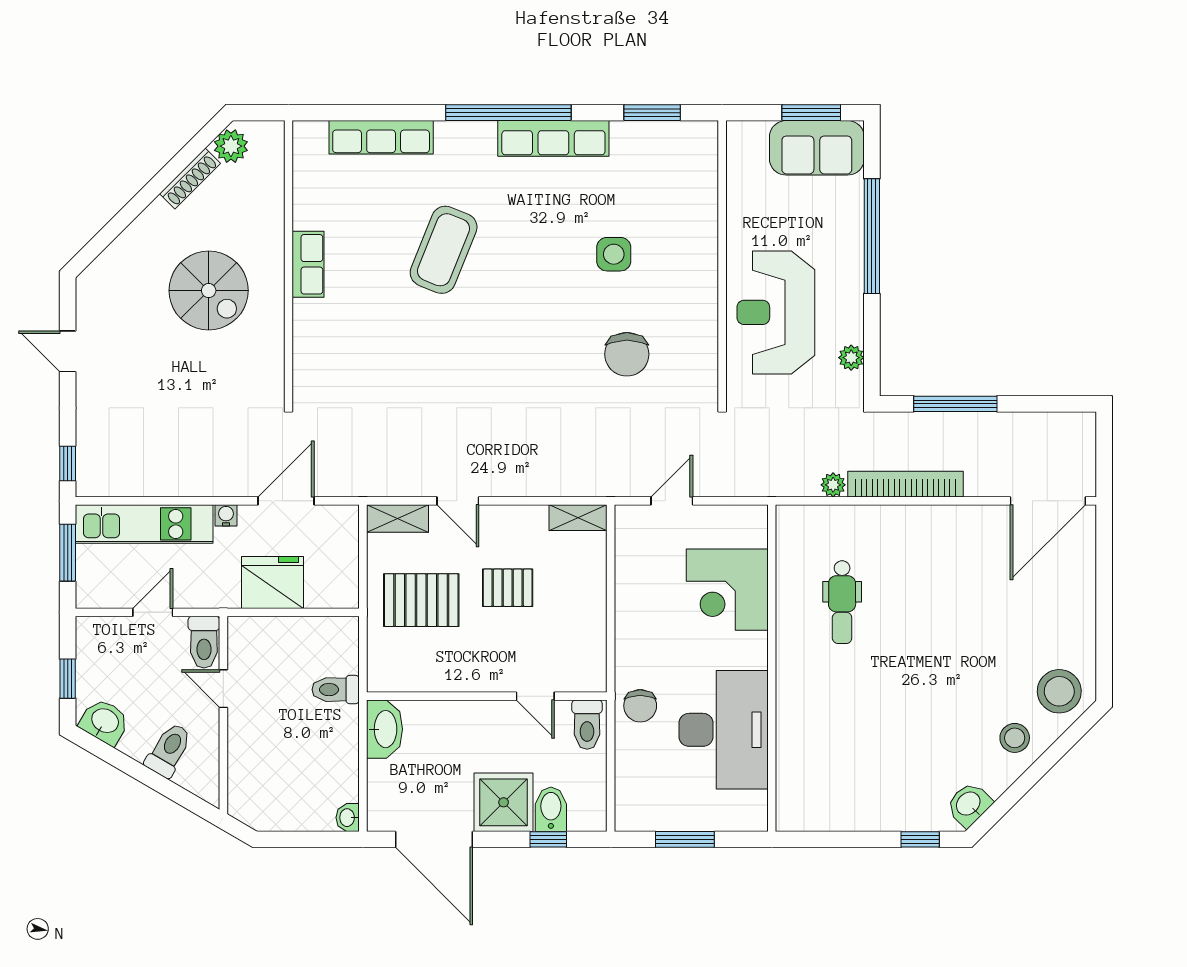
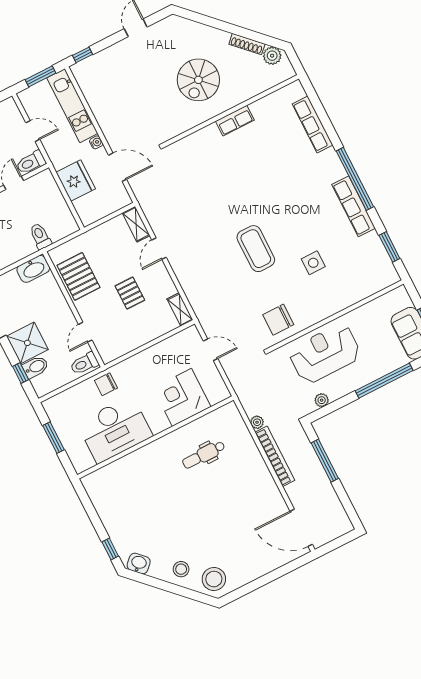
coffee table: (444, 250) -> (256, 249), moved, turned 68
chair: (627, 354) -> (278, 320), moved
pallet: (421, 600) -> (78, 276), moved

